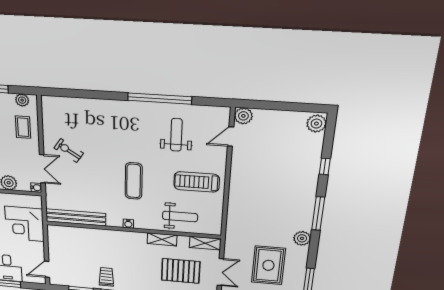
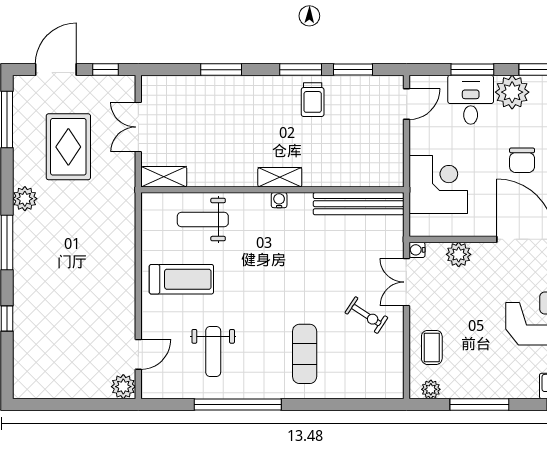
plant: (316, 124) -> (26, 382), removed
exercise mat: (134, 181) -> (305, 354), moved
shelving: (162, 239) -> (280, 177), moved
pallet: (181, 271) -> (198, 123), removed

